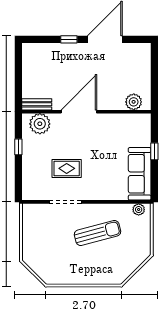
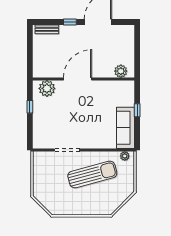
bench: (37, 104) -> (47, 29), moved
rug: (67, 168) -> (68, 124), removed
sun lounger: (97, 233) -> (92, 174), width x1.36, depth x1.34

